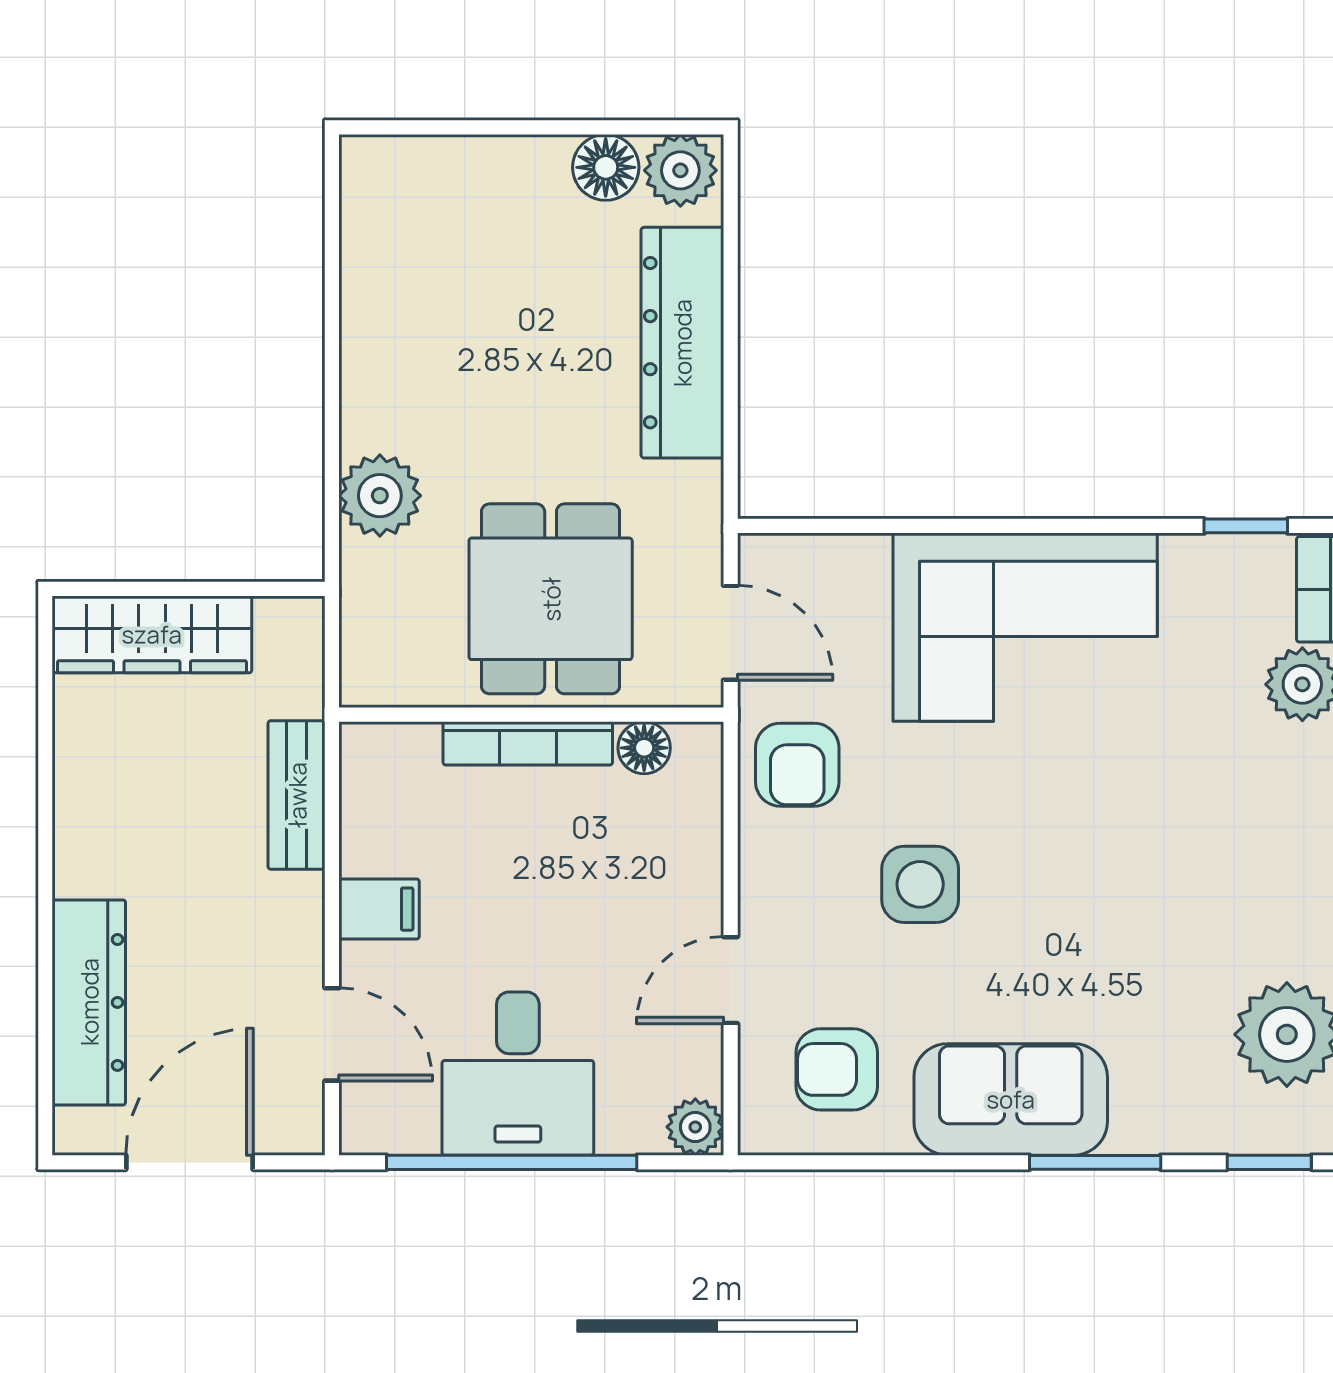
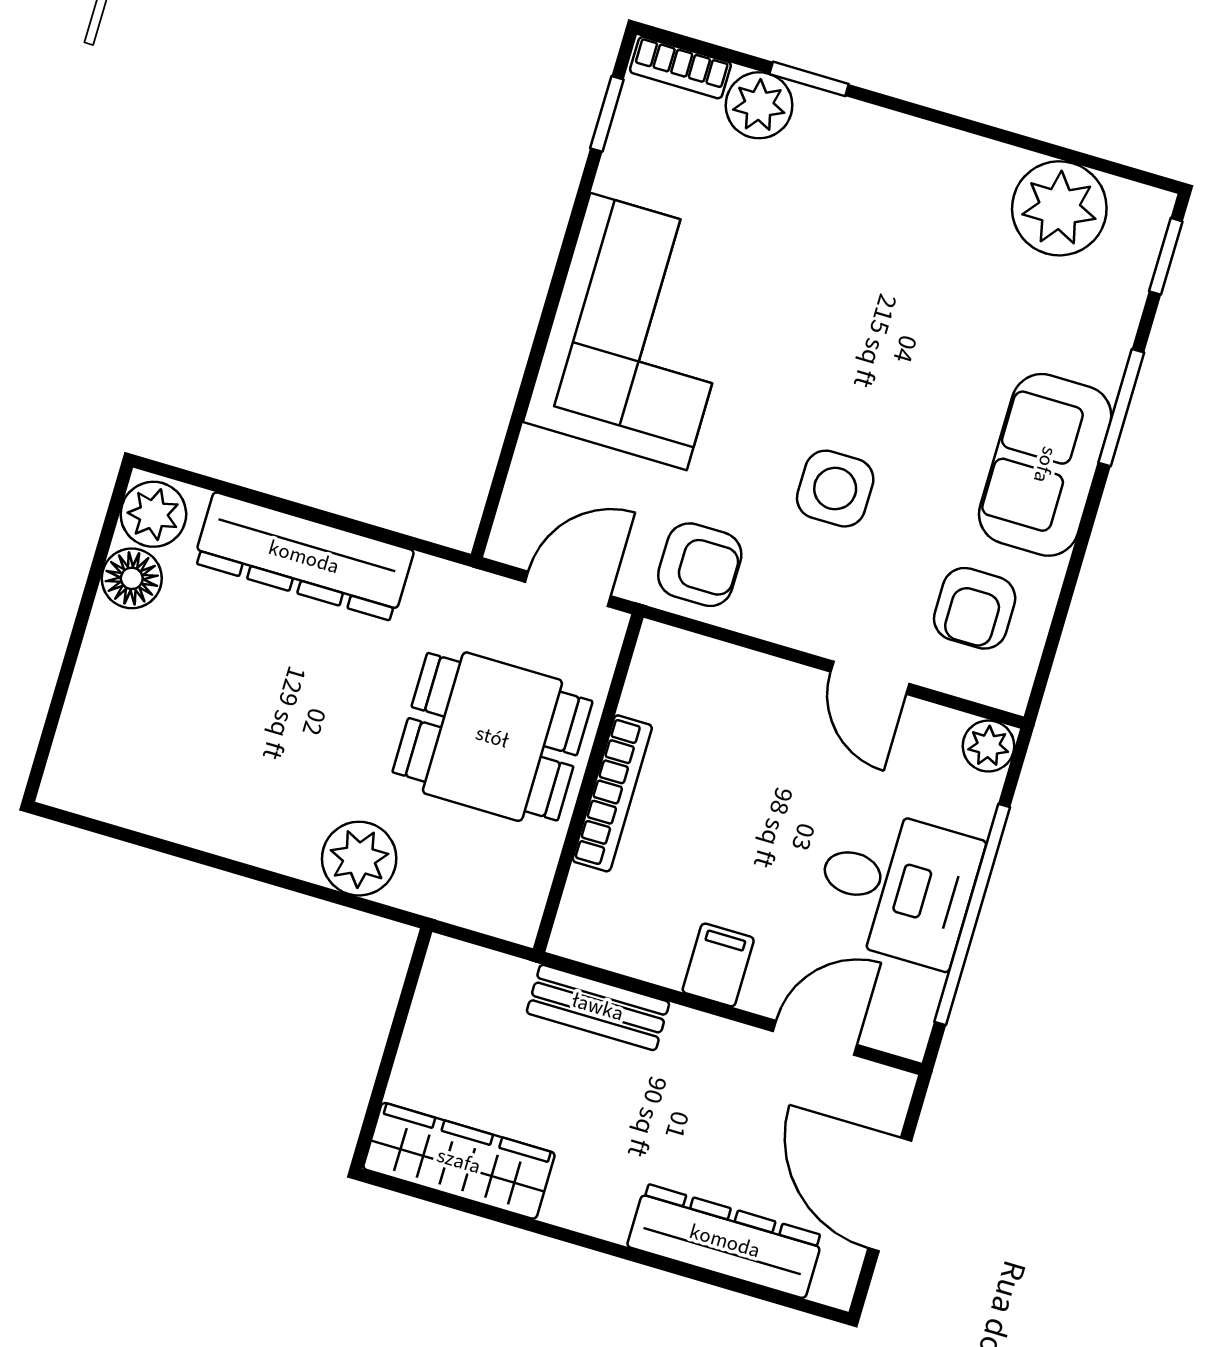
wardrobe: (152, 634) -> (459, 1161), moved, turned -90
floor lamp: (644, 748) -> (646, 693), removed

